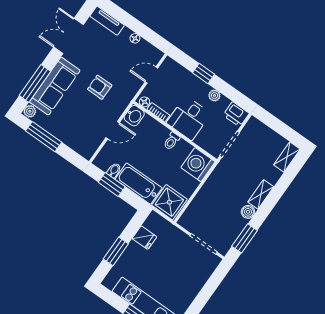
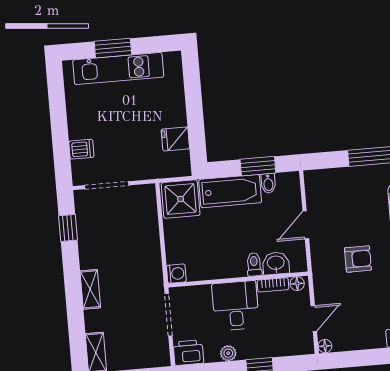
floor lamp: (135, 38) -> (325, 346), moved
washbasin: (134, 116) -> (276, 263), moved, turned 90
toilet: (172, 141) -> (254, 264), moved
washing machine: (198, 165) -> (176, 274), width x0.53, depth x0.53
boiler: (248, 212) -> (88, 259), removed
window: (245, 238) -> (68, 228), width x0.67
window: (116, 251) -> (193, 98), removed
dishwasher: (201, 275) -> (81, 149), added

